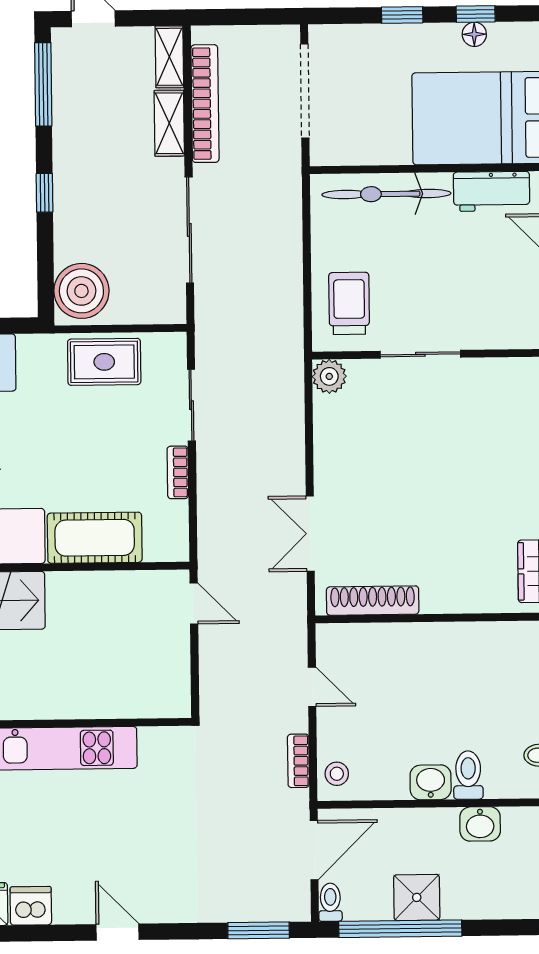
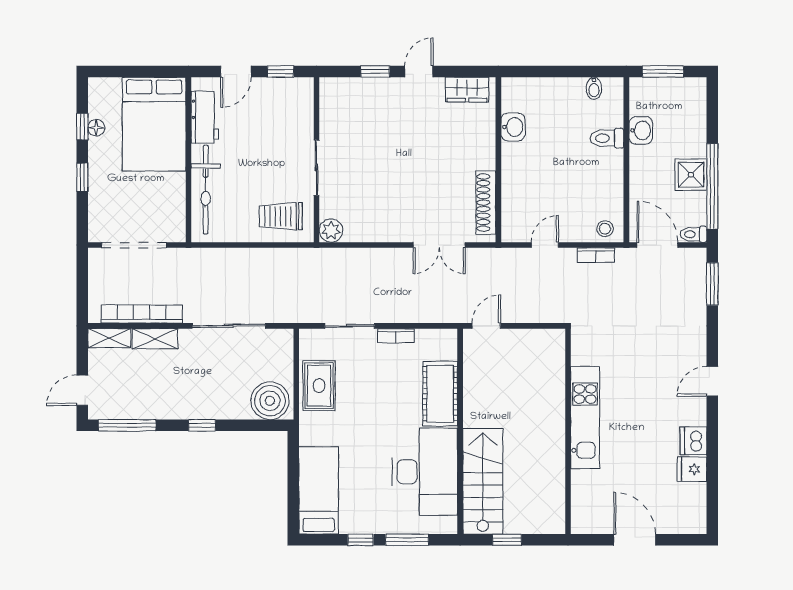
washbasin: (431, 782) -> (513, 127), moved, turned 180

